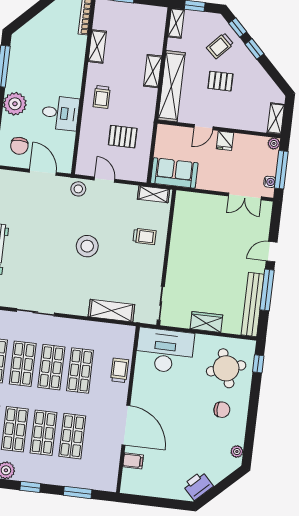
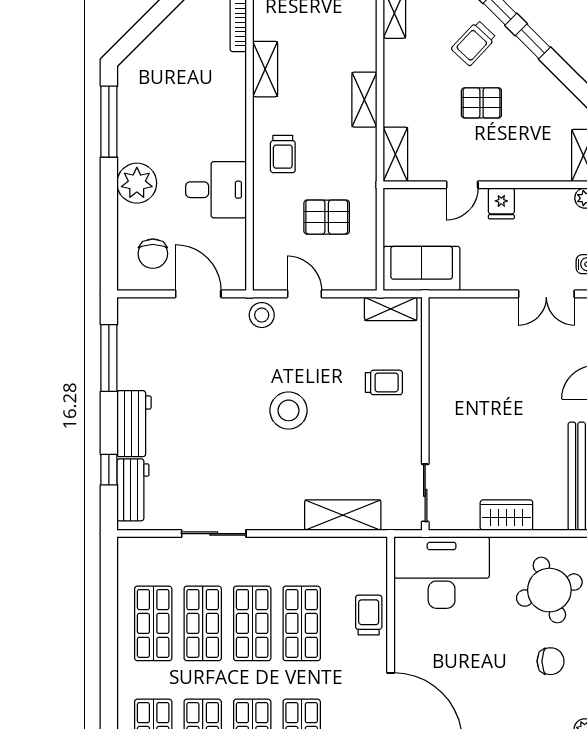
shelving: (172, 86) -> (395, 154), width x0.45, depth x0.75

